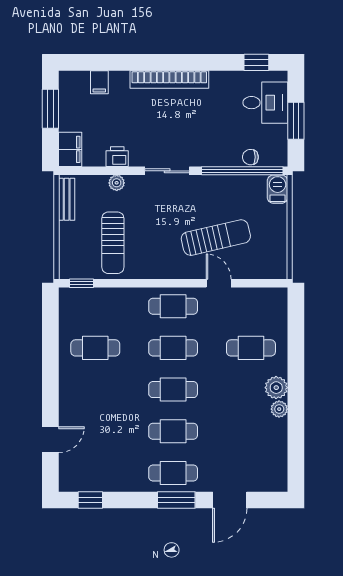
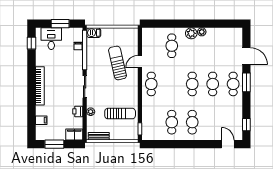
cafe table: (173, 348) -> (192, 122), moved
door: (50, 440) -> (228, 144), moved

